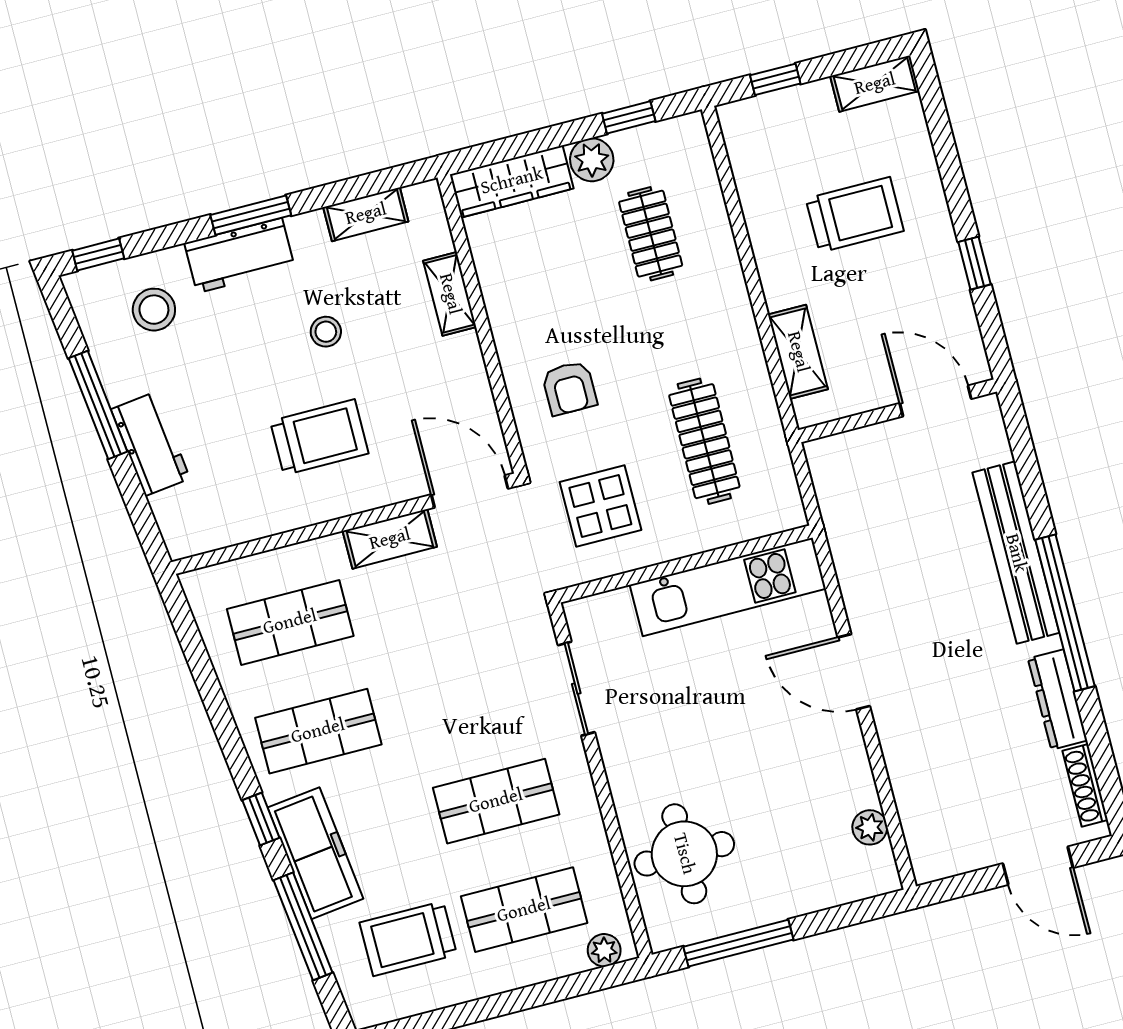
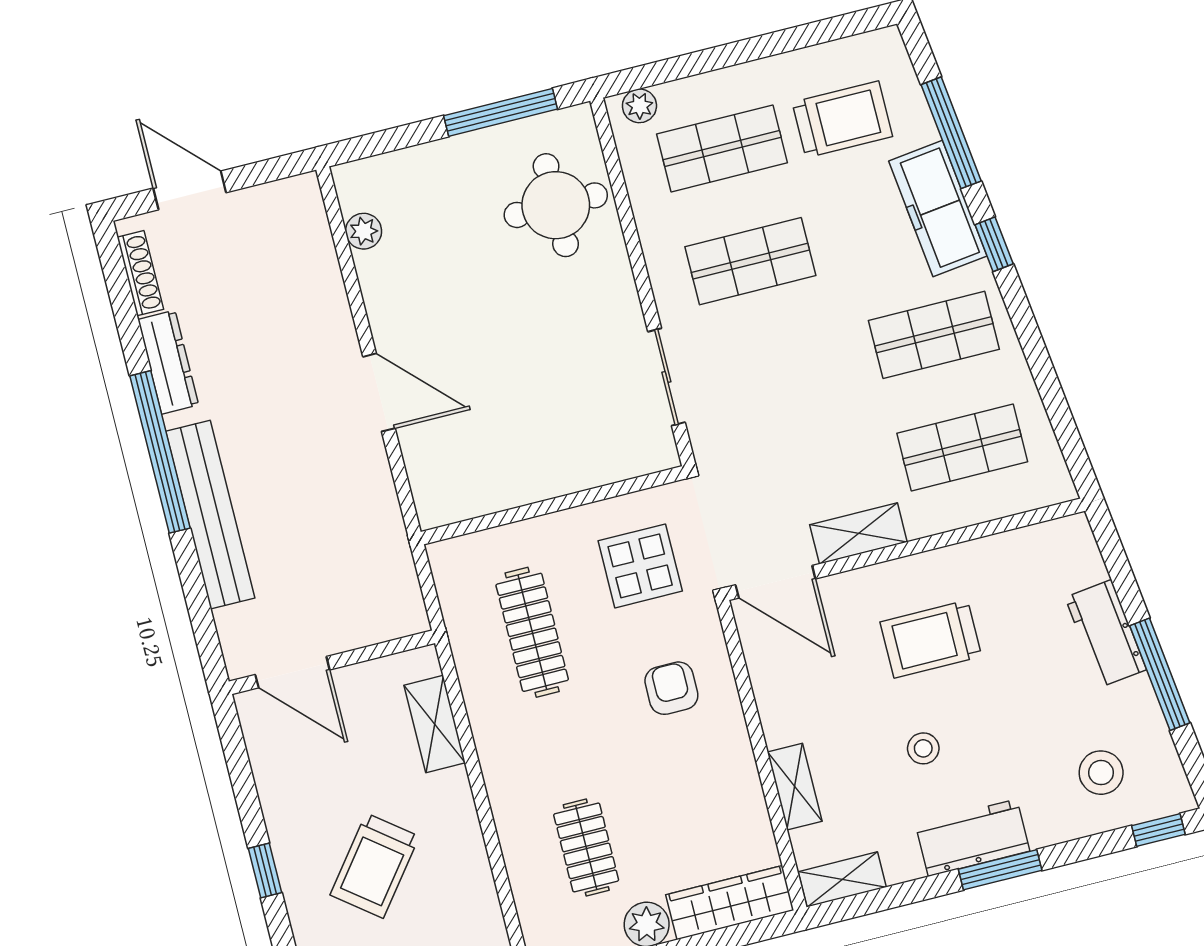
shelving: (366, 214) -> (842, 879), moved
trolley: (855, 215) -> (375, 866), turned -52
workbench: (240, 256) -> (973, 838), moved
window: (975, 263) -> (265, 871), moved
kitchen unit: (728, 587) -> (509, 481), removed

